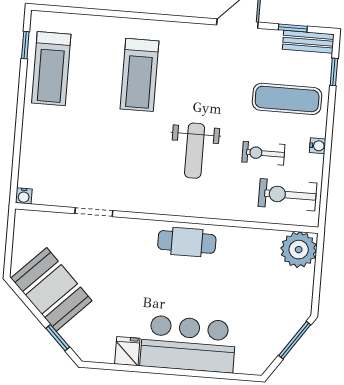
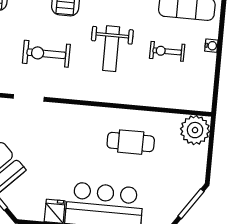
exercise bike: (287, 195) -> (46, 54), moved
cafe table: (187, 242) -> (131, 142), moved

